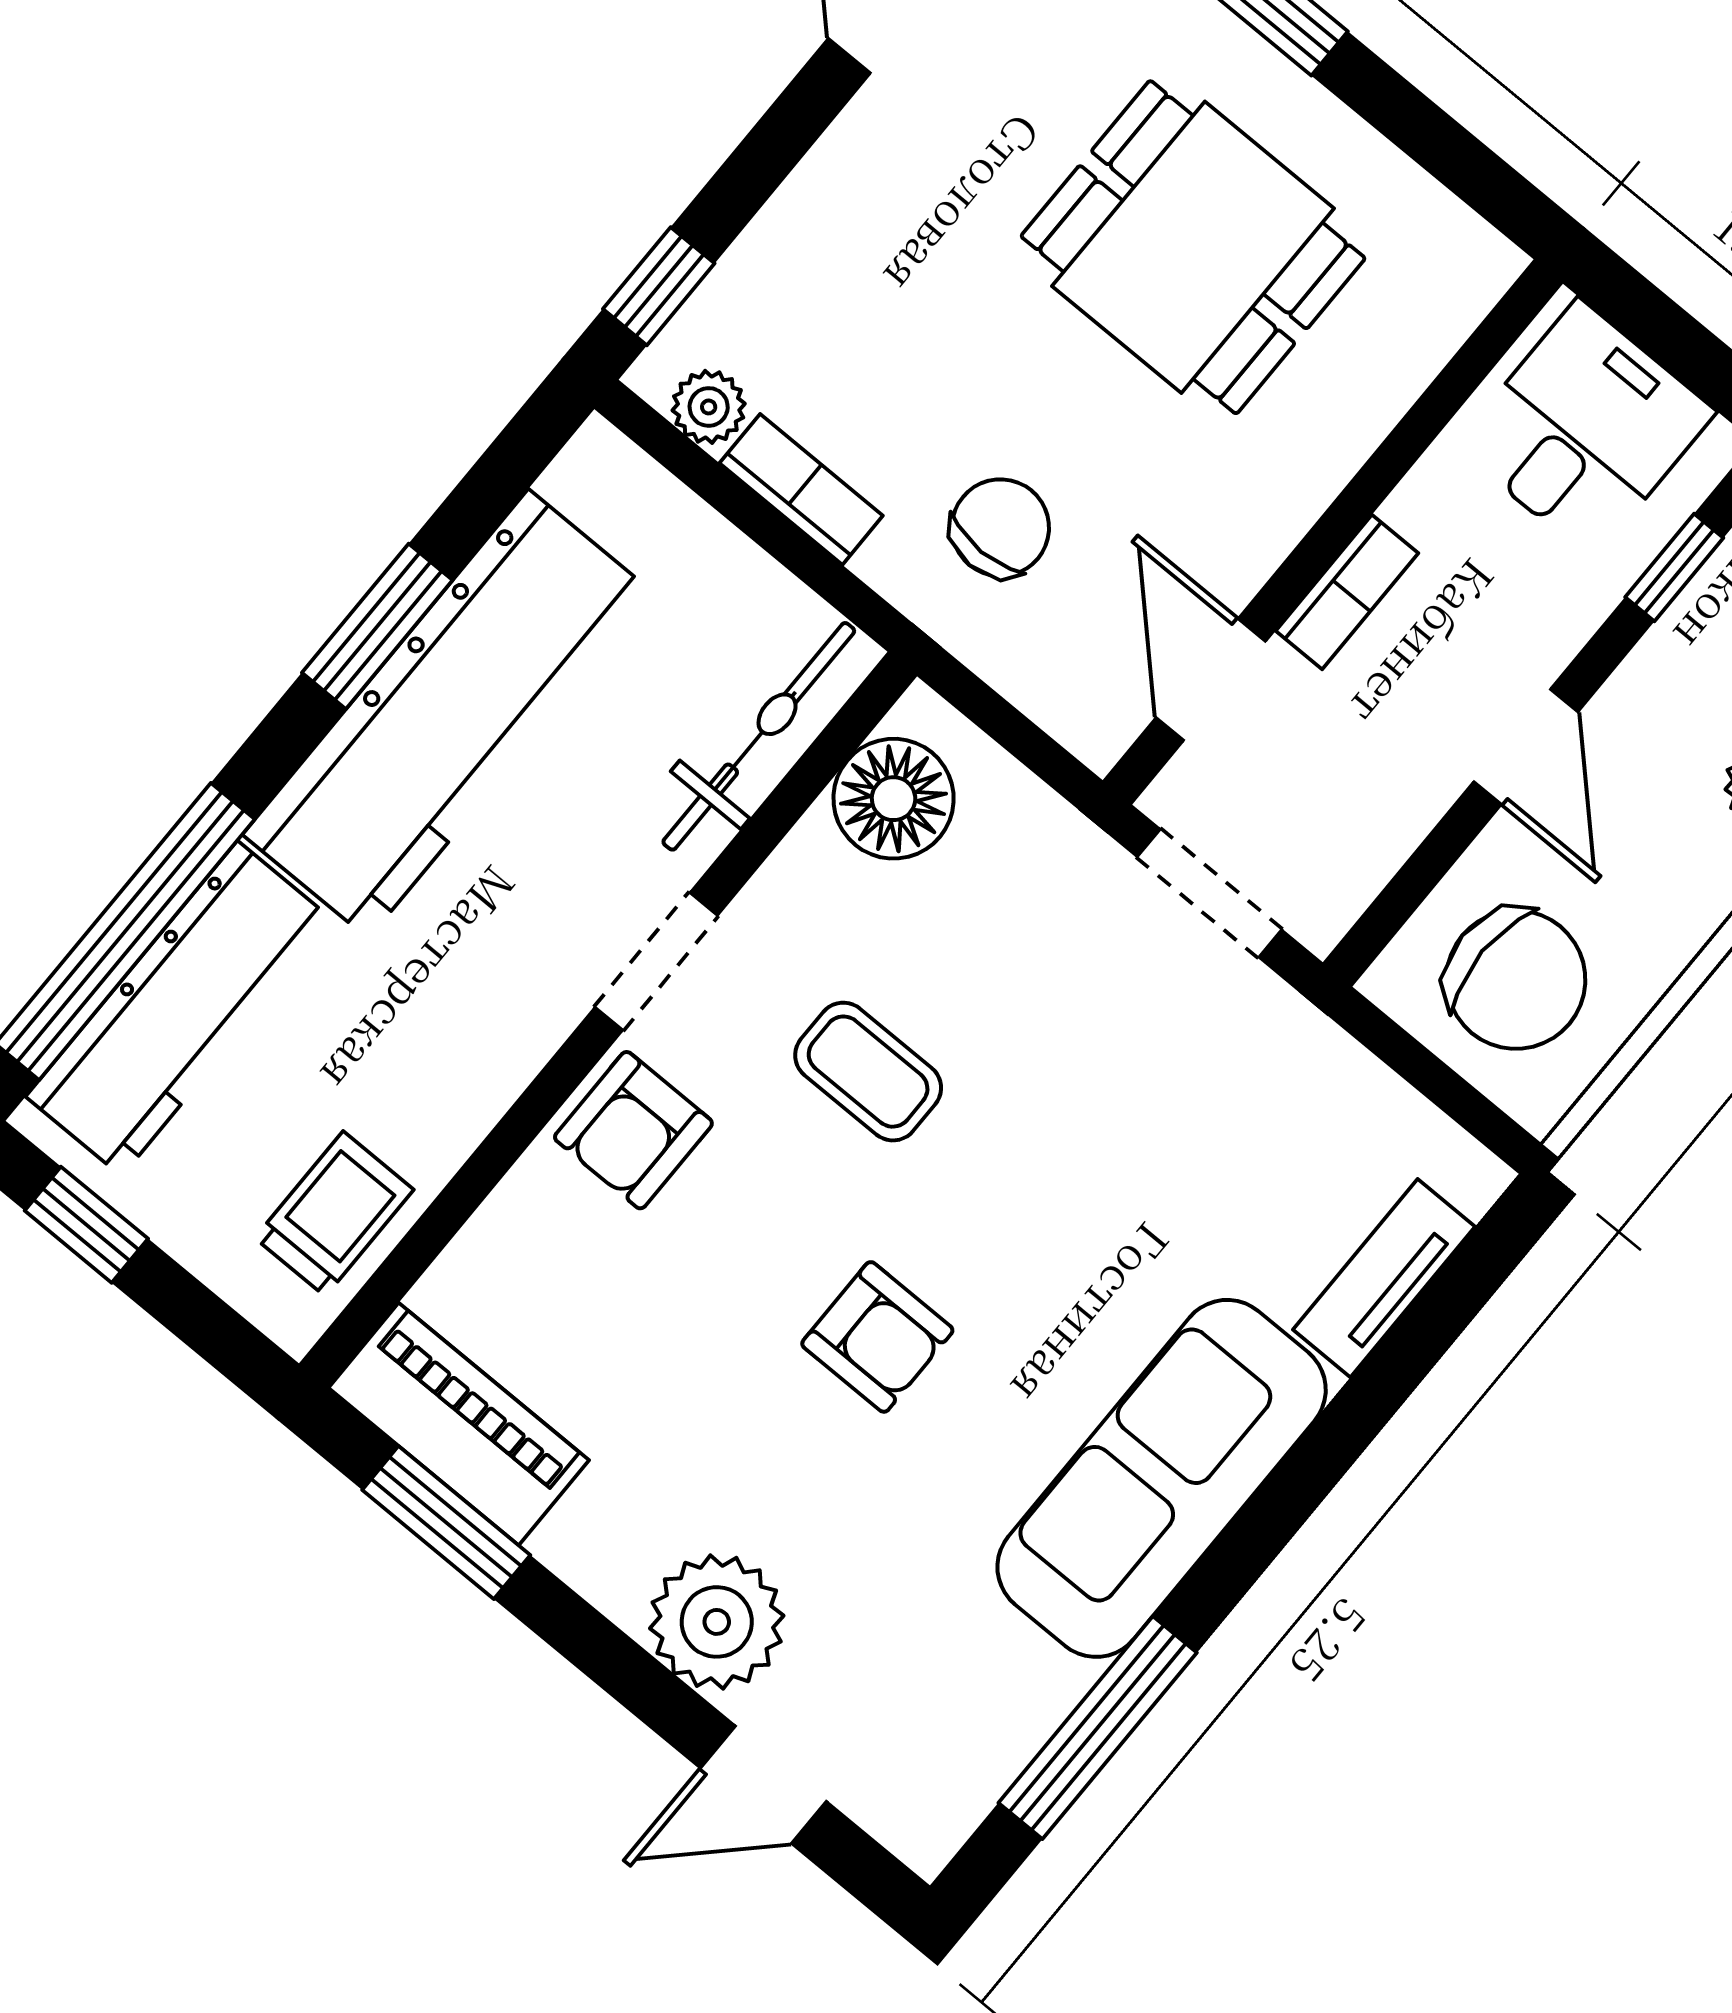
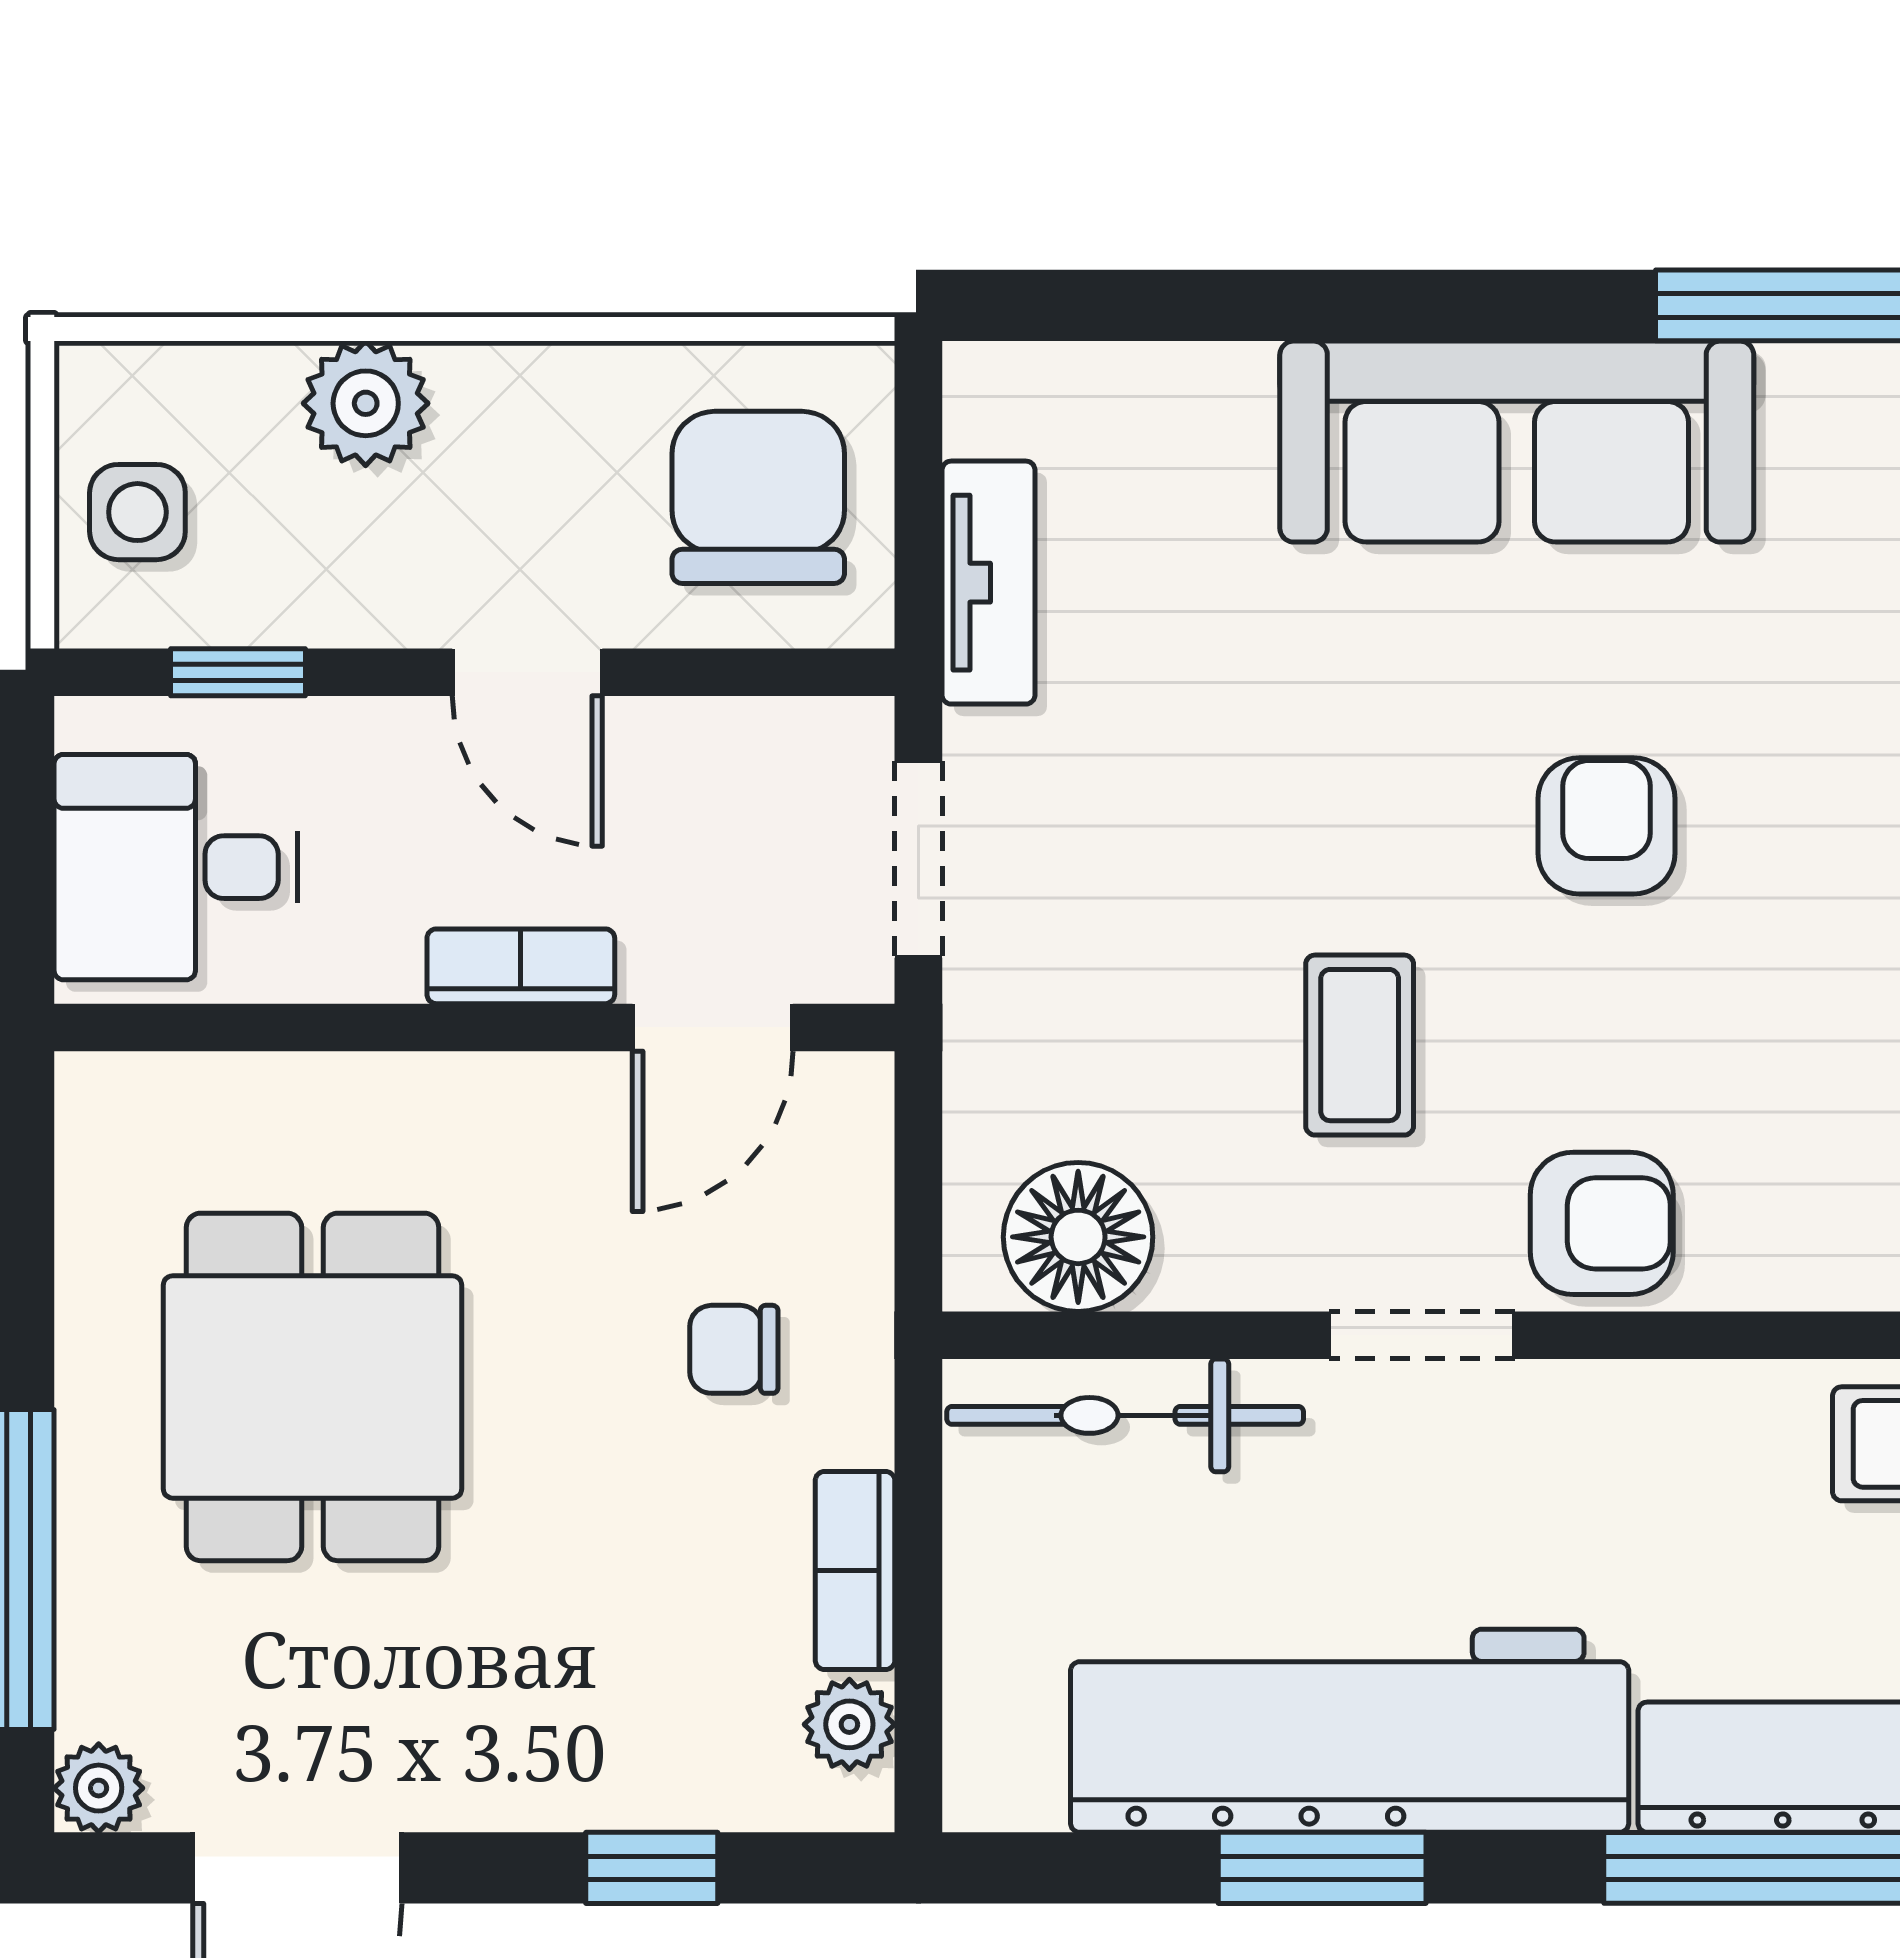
window: (659, 286) -> (652, 1868), moved
chair: (1000, 528) -> (734, 1349), width x0.73, depth x0.73
door: (1526, 747) -> (527, 672), swing flipped
tv unit: (1384, 1278) -> (989, 583), moved, turned -90

